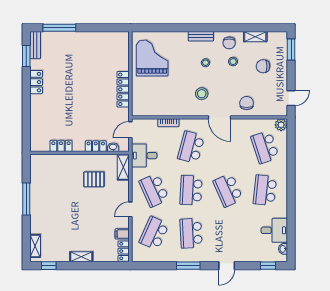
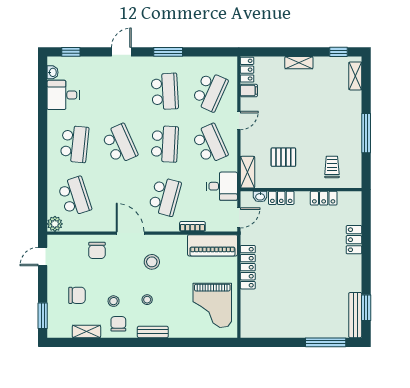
bench: (35, 45) -> (355, 315), width x1.36
locker: (36, 82) -> (354, 240), moved
piano: (152, 107) -> (212, 245), added
trolley: (54, 171) -> (332, 167), added

